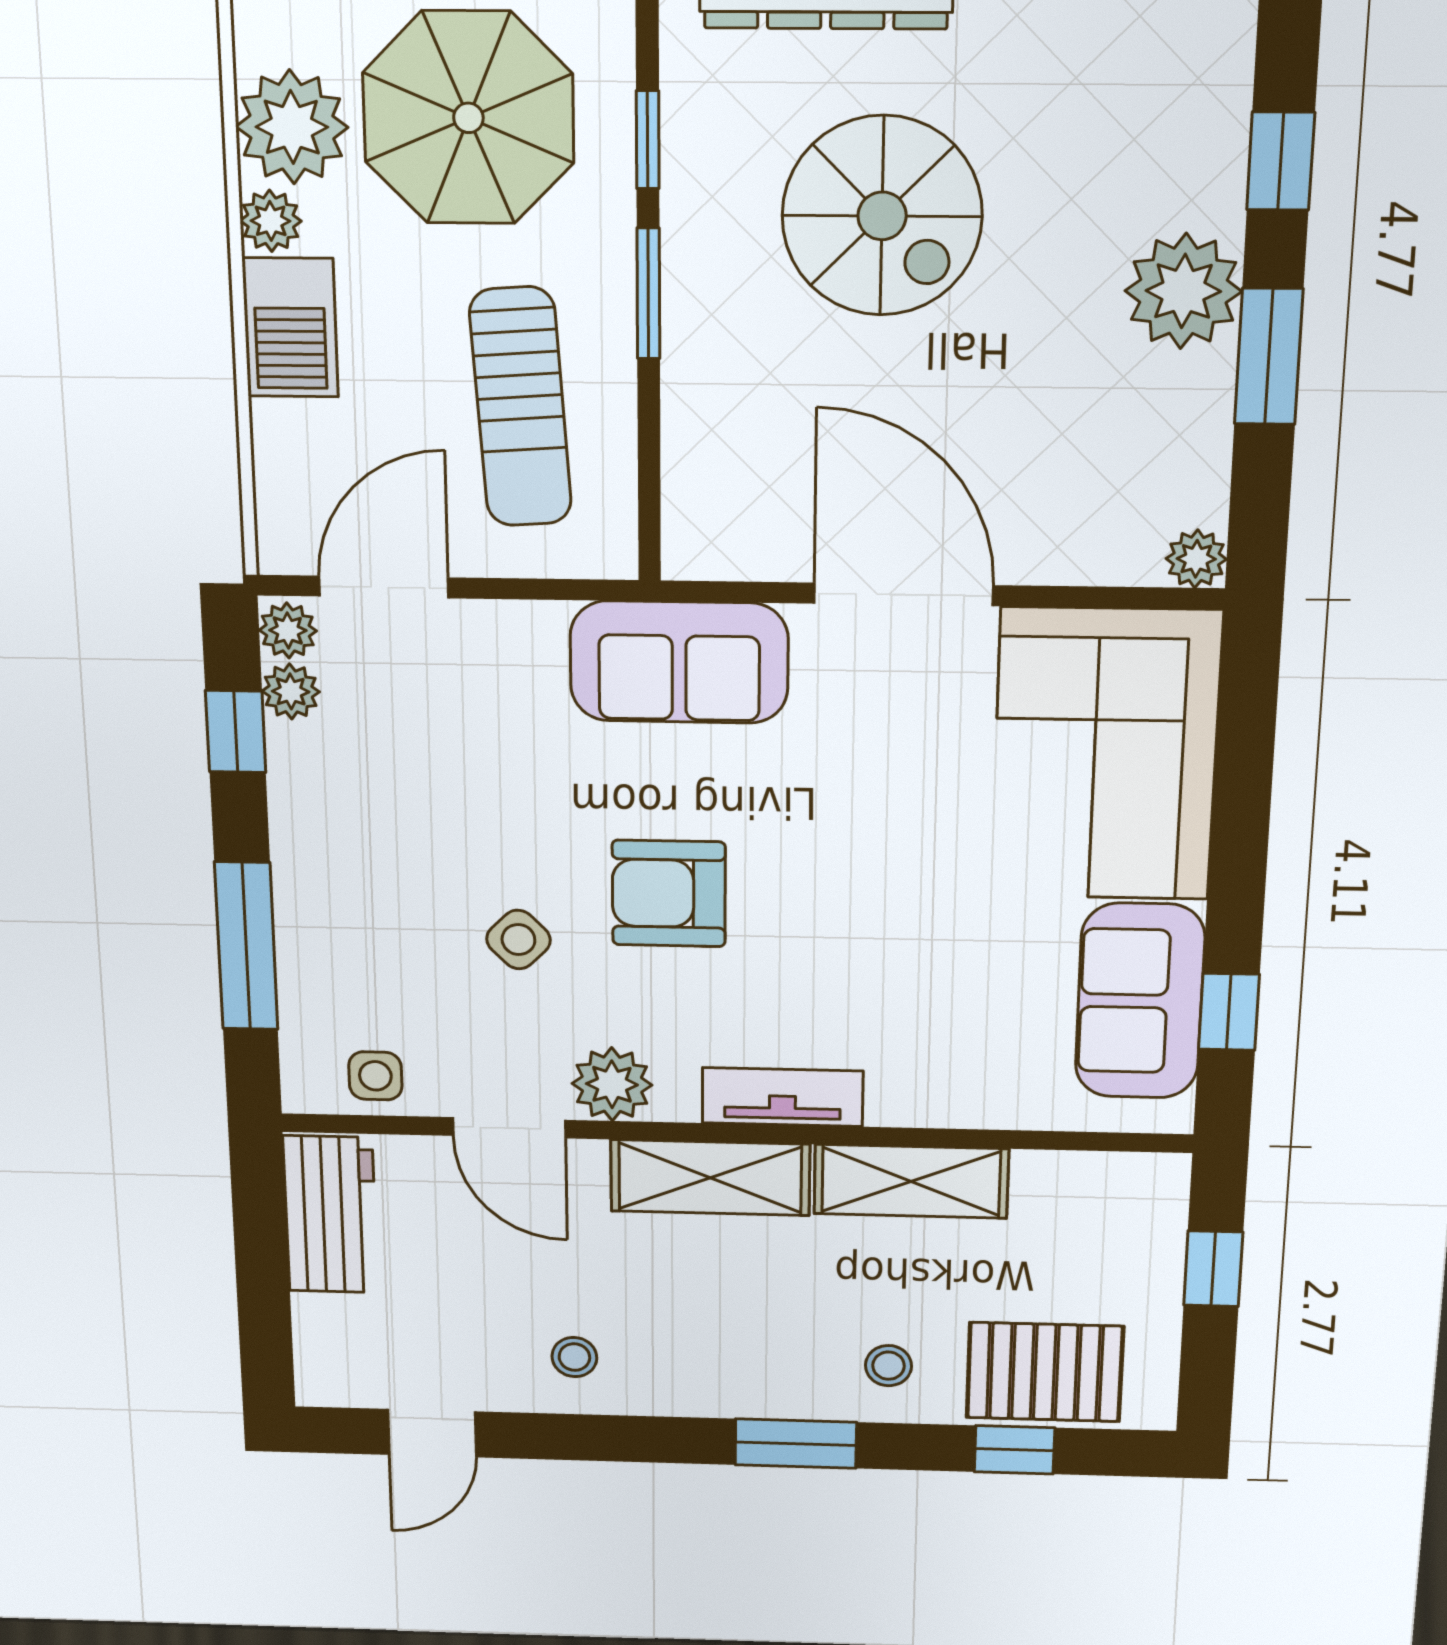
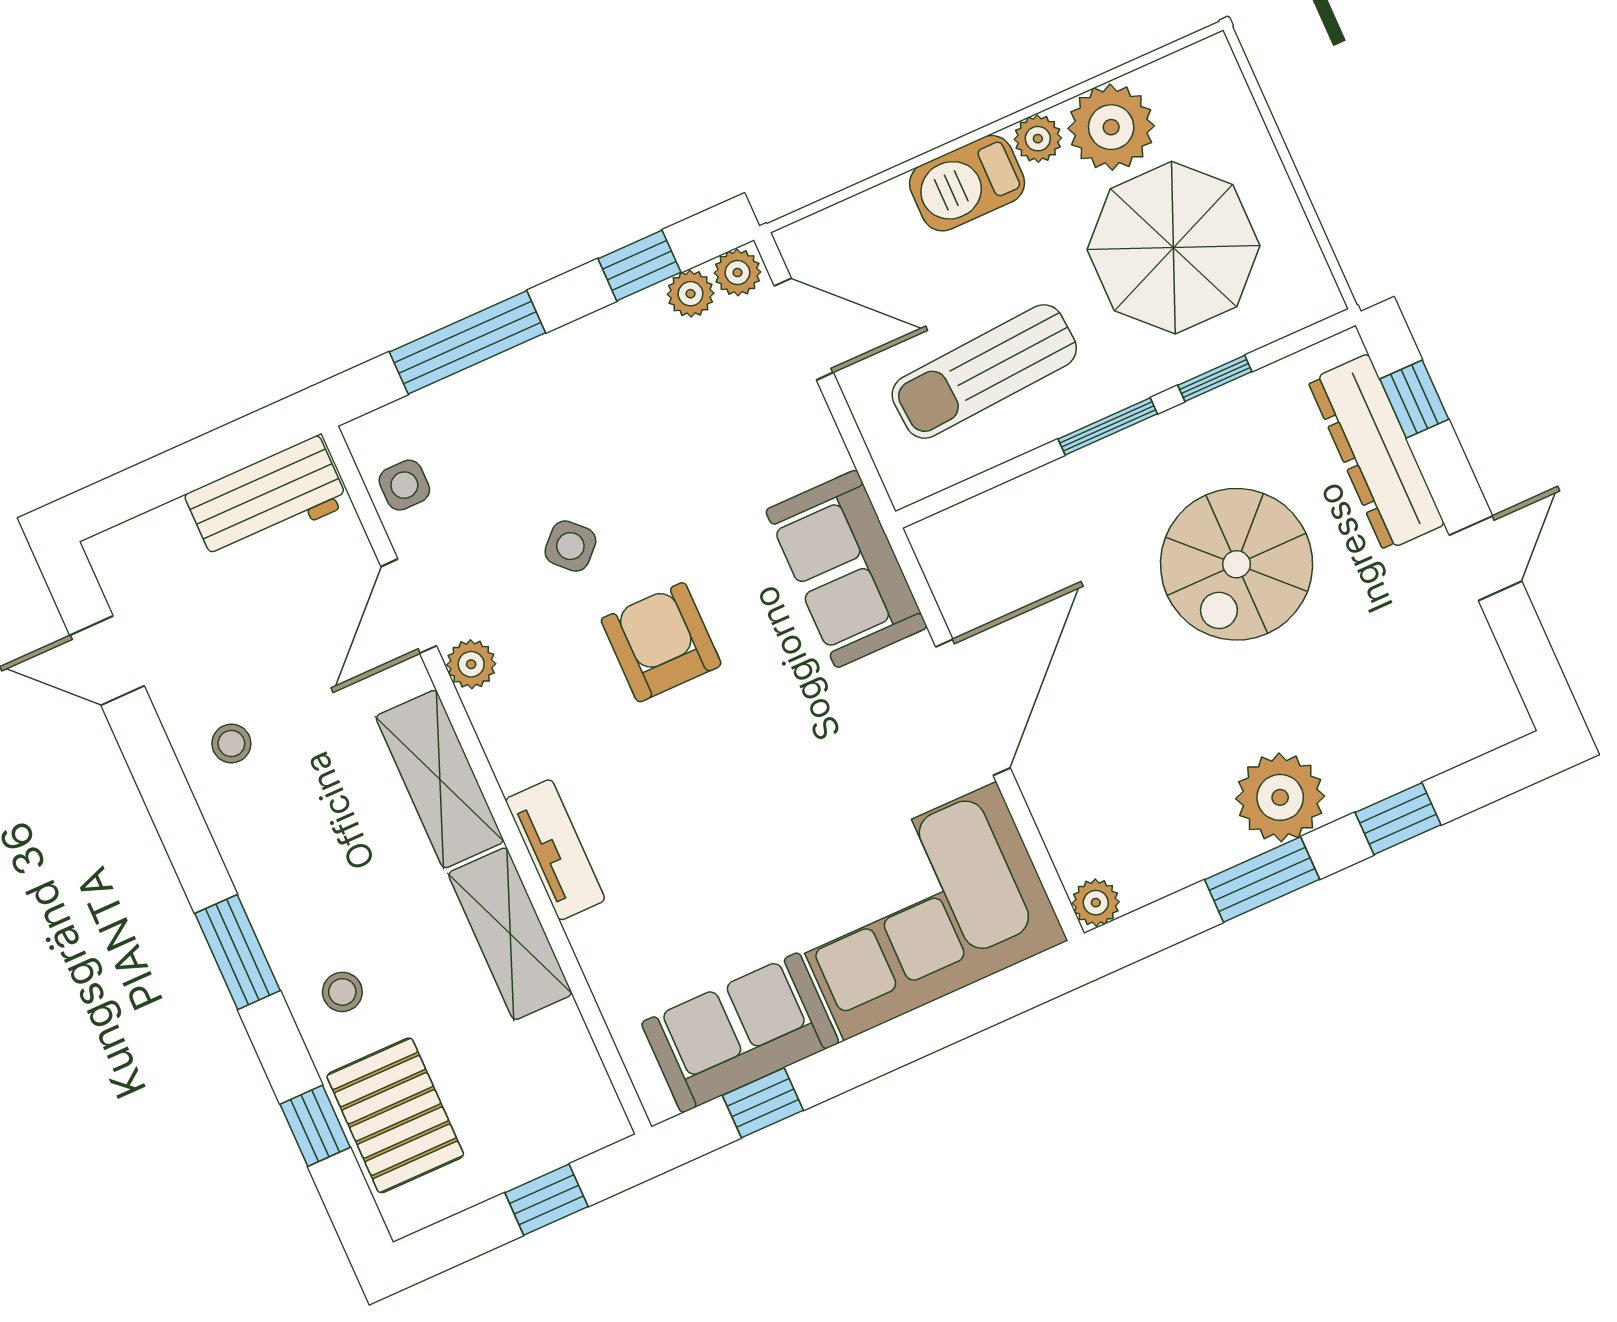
plant: (612, 1084) -> (471, 664), width x0.73, depth x0.73
tv unit: (783, 1097) -> (555, 850), moved

